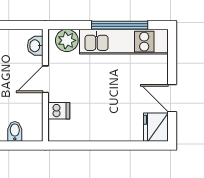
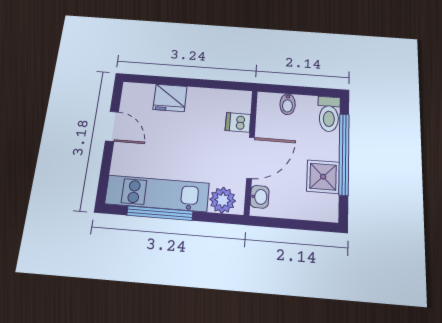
door: (45, 79) -> (250, 158), width x1.38
fridge: (156, 127) -> (170, 98), moved, turned 90

